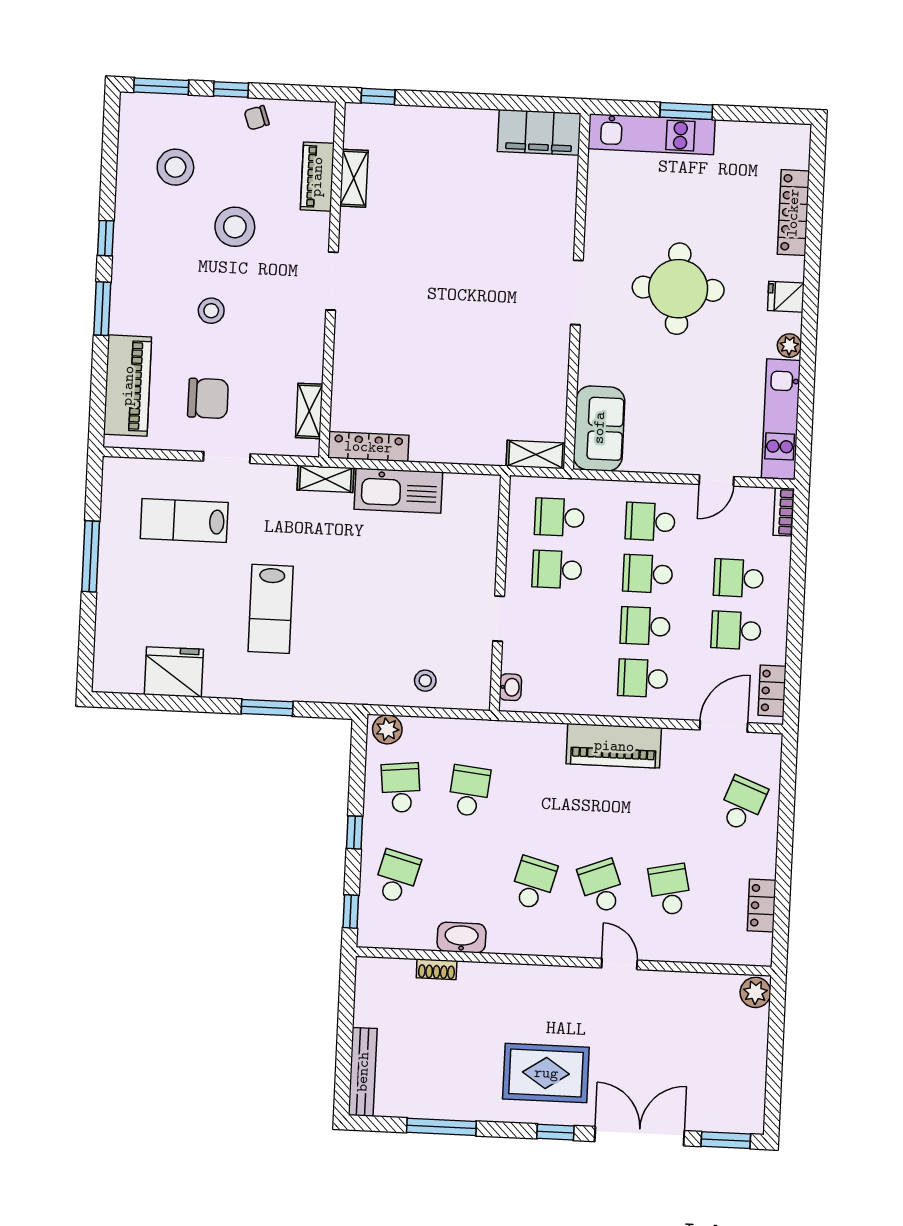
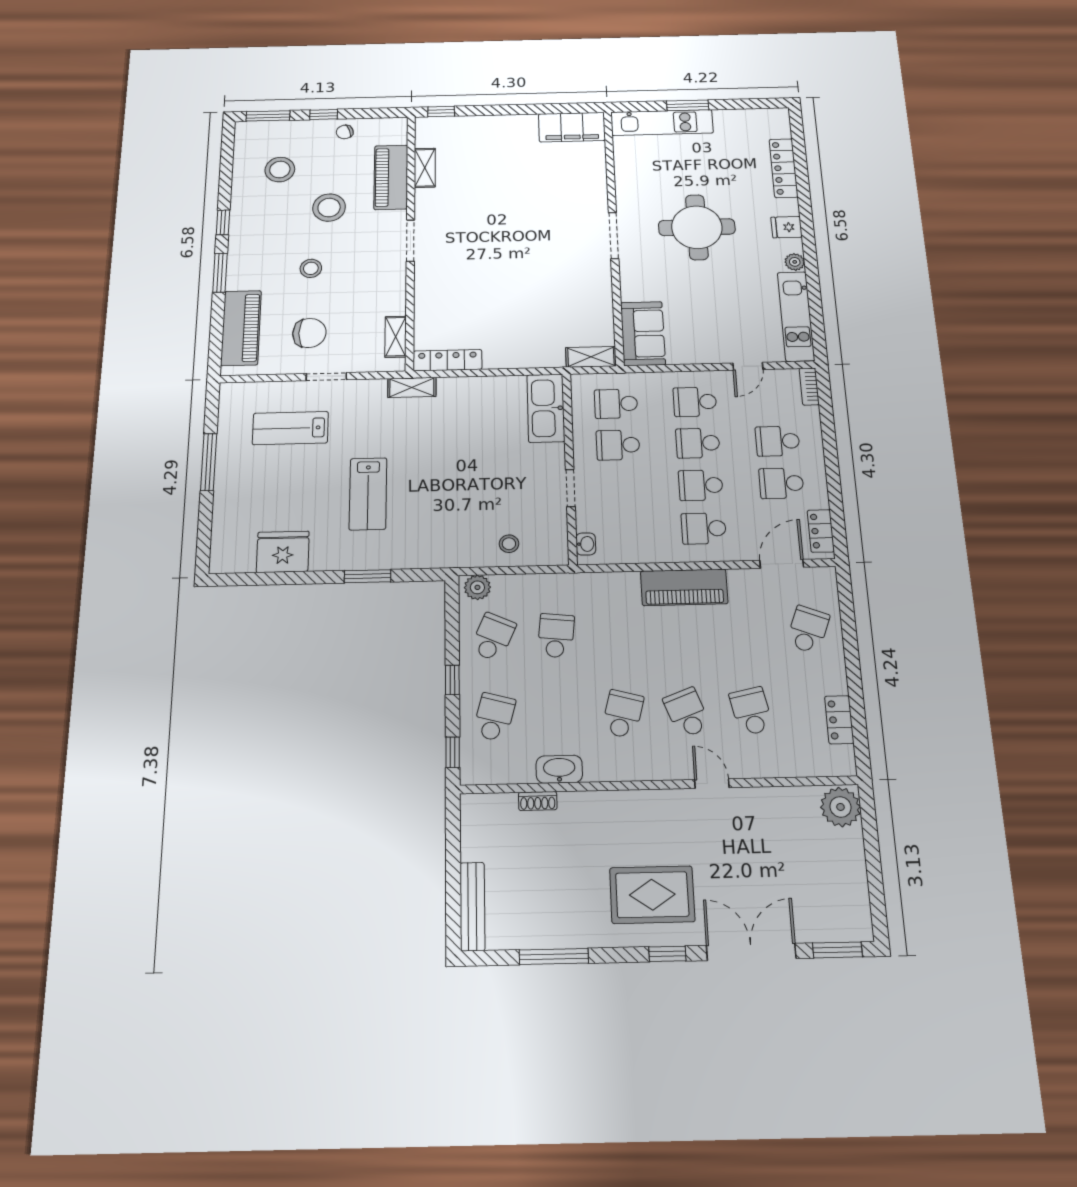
piano: (317, 177) -> (391, 177), width x1.37, depth x1.33
kitchen sink: (398, 491) -> (546, 408), moved, turned 90
school desk: (401, 788) -> (493, 637), turned 30
plant: (755, 992) -> (840, 807), width x1.36, depth x1.36

